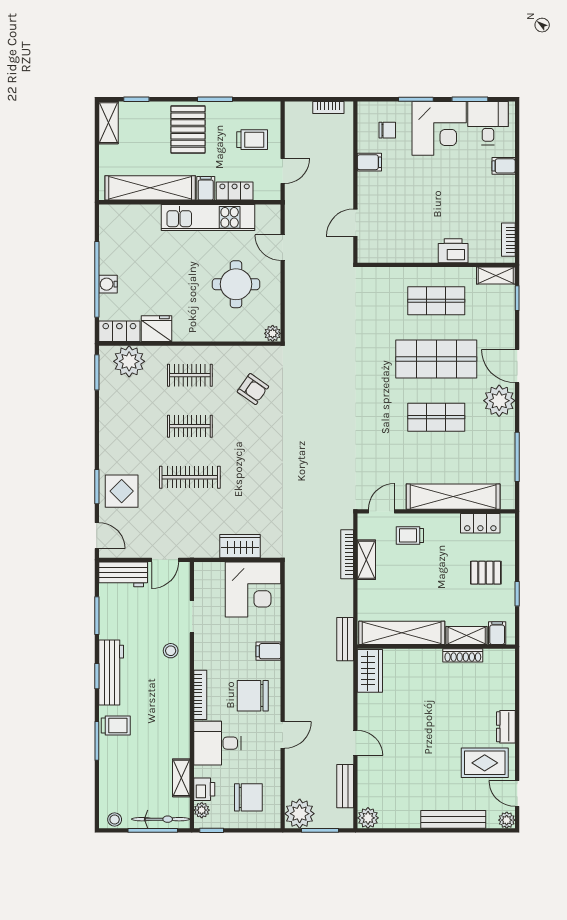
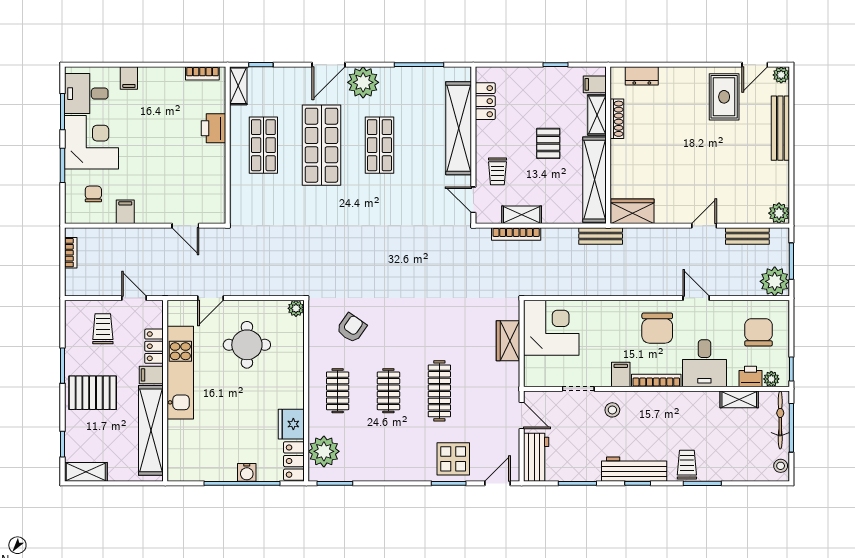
pallet: (486, 573) -> (548, 143), moved
filing cabinet: (268, 651) -> (621, 375), moved, turned 180
dresser: (506, 727) -> (642, 76), moved

